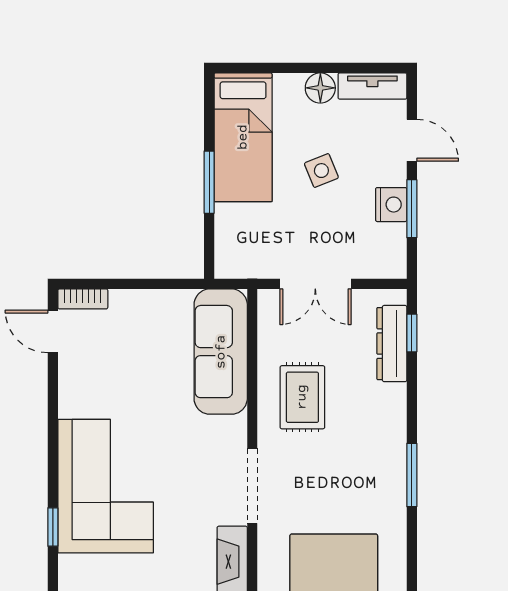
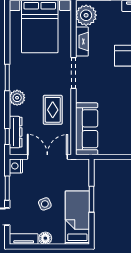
nightstand: (391, 205) -> (16, 166), moved
double door: (315, 284) -> (47, 157), width x1.37
plant: (388, 426) -> (17, 98), added

